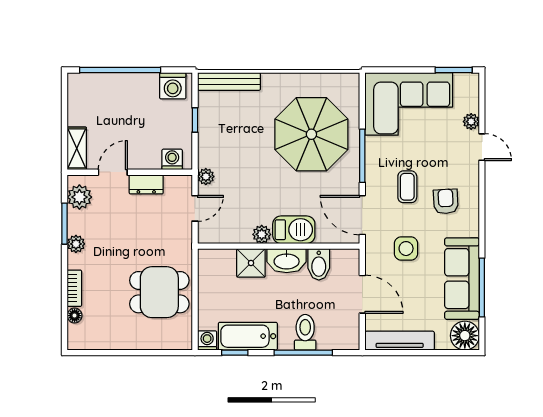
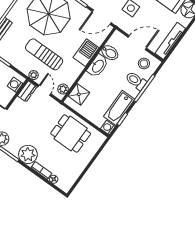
sun lounger: (247, 170) -> (44, 54), added
dresser: (146, 184) -> (27, 91), moved
plant: (262, 234) -> (63, 89), moved
plant: (76, 244) -> (28, 154), width x1.88, depth x1.88
shower: (251, 263) -> (79, 94), moved
dining table: (159, 292) -> (71, 133), turned 90
stool: (339, 326) -> (144, 63), added

